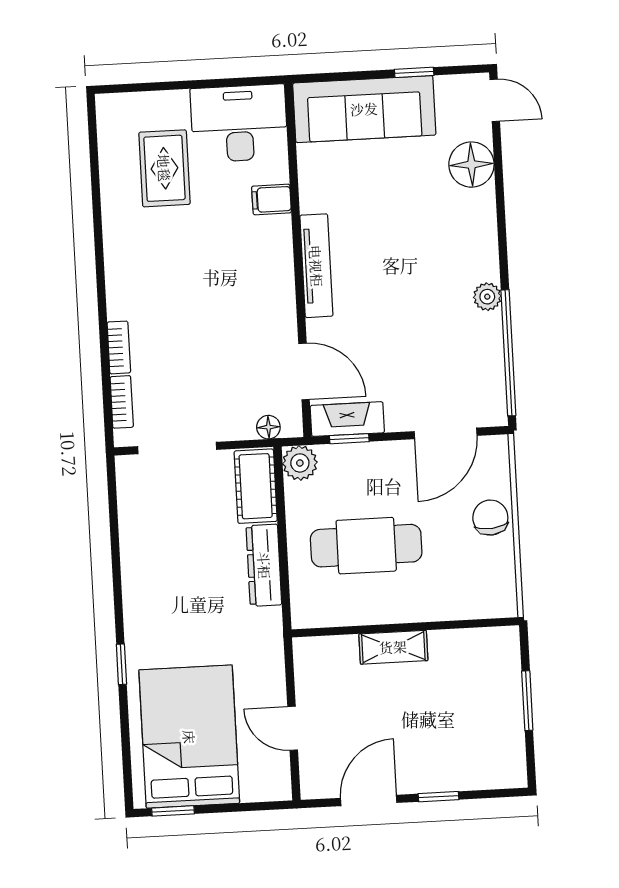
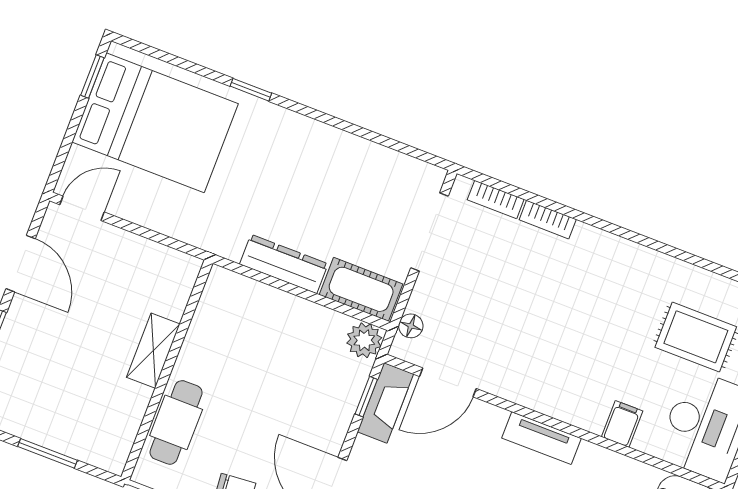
tv unit: (316, 266) -> (542, 438), width x0.71
cafe table: (366, 546) -> (176, 422), moved, width x0.73, depth x0.74
door: (293, 728) -> (82, 208), moved

